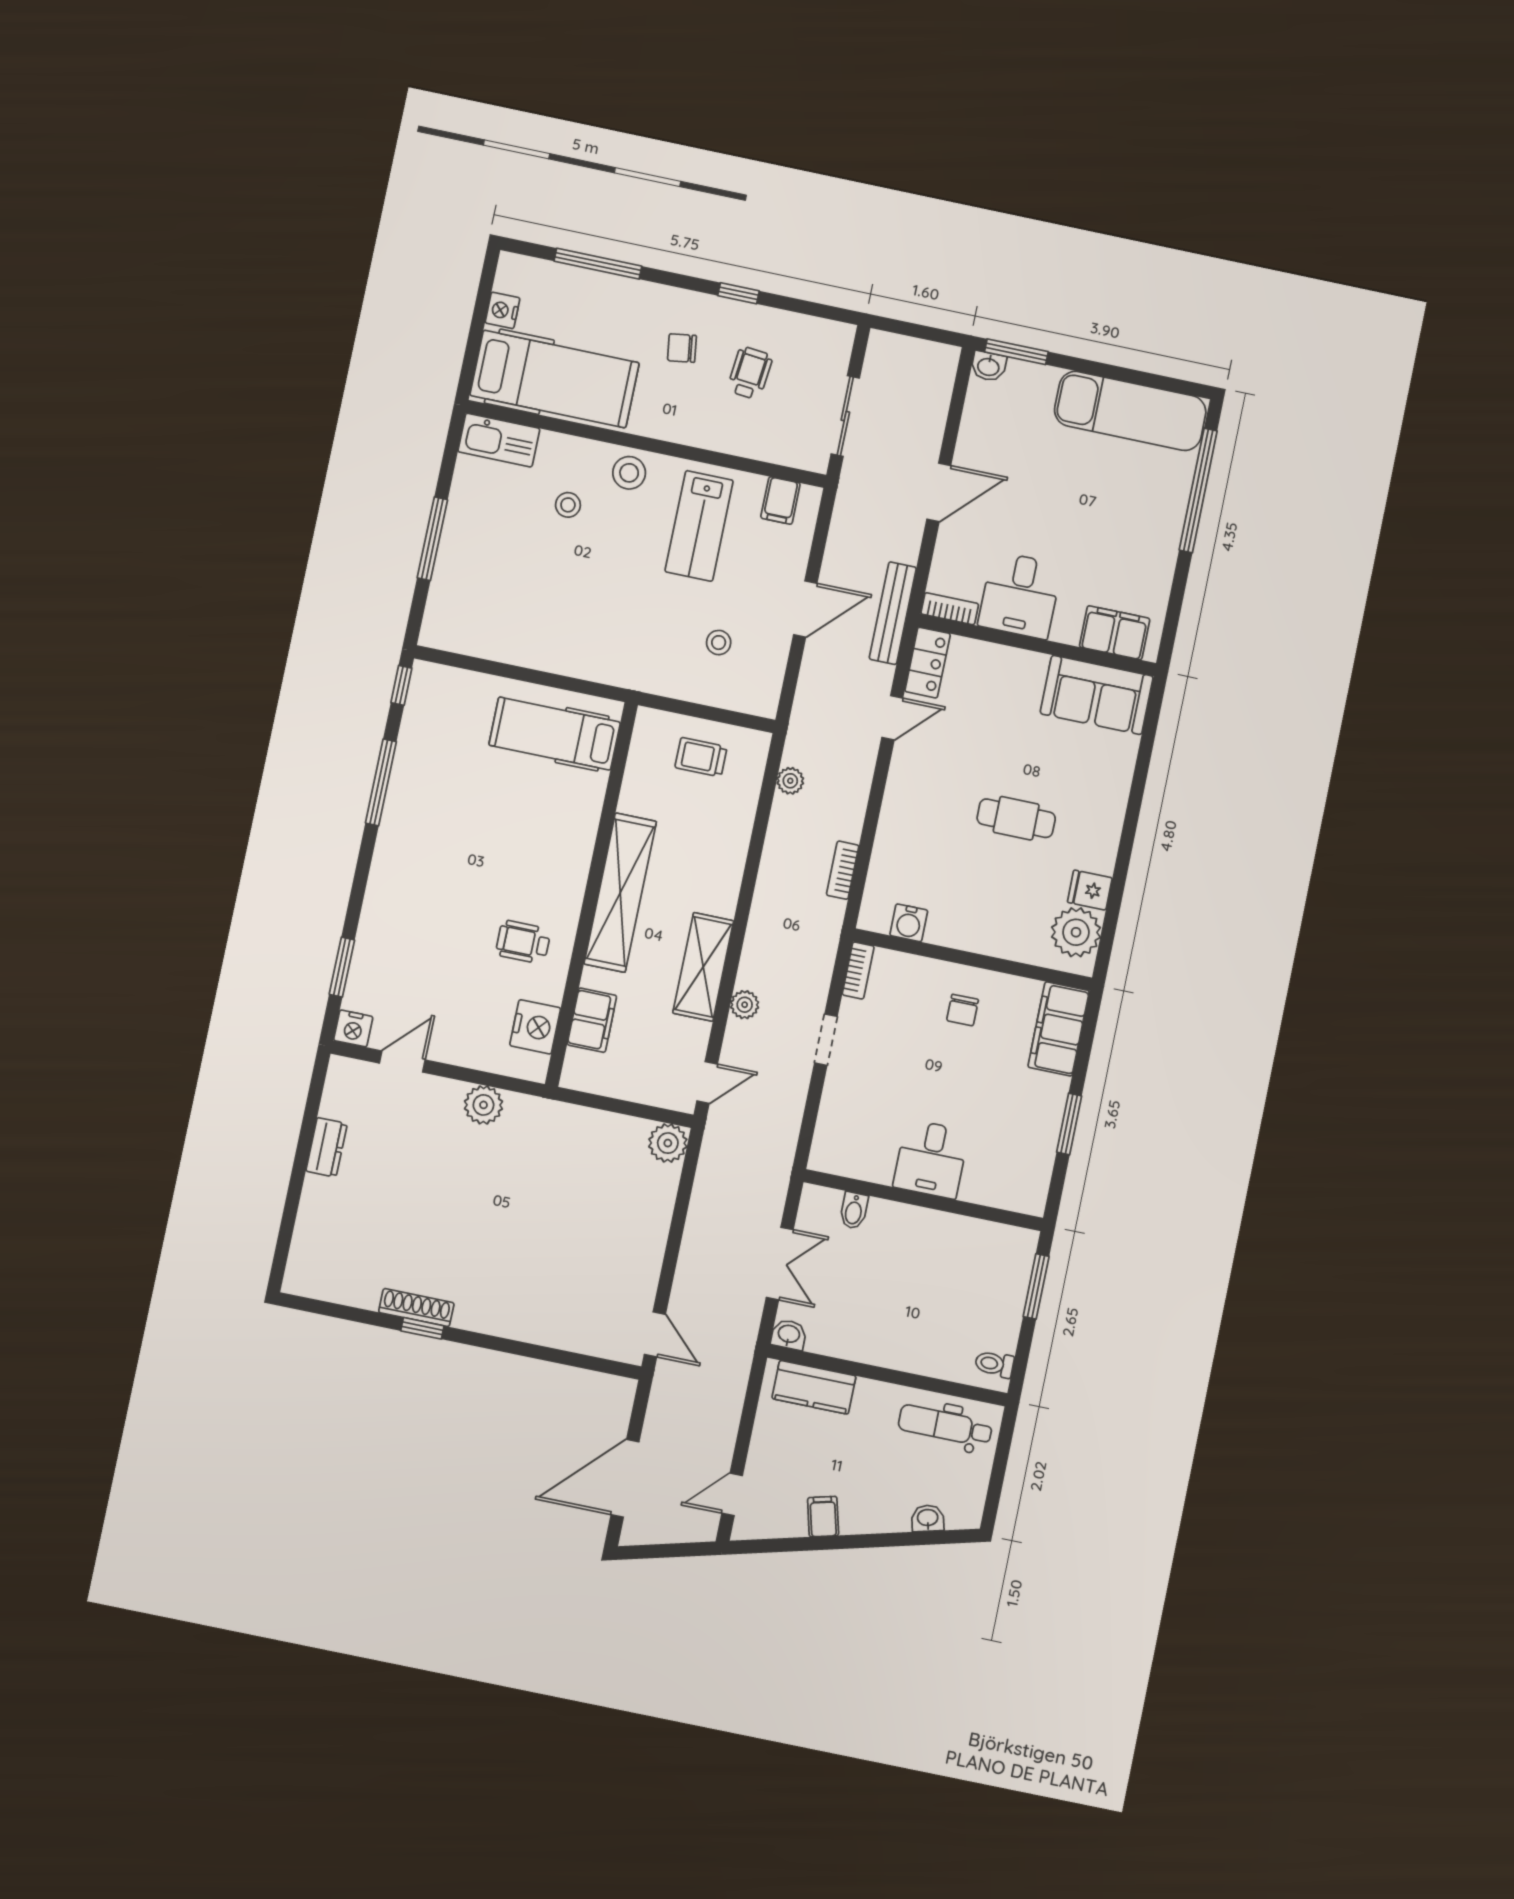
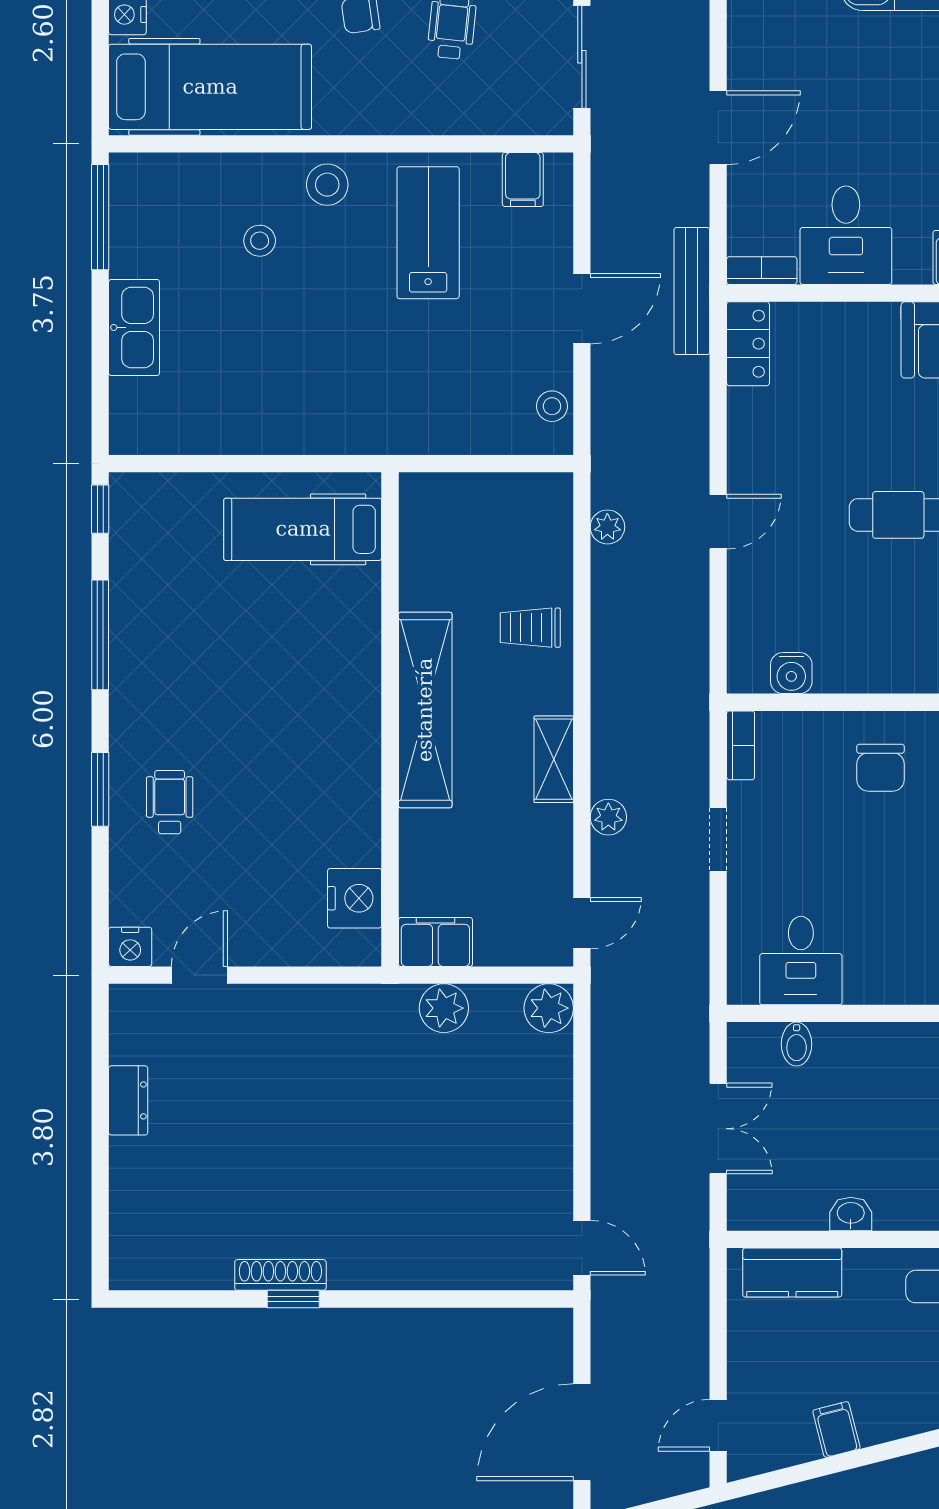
kitchen sink: (499, 440) -> (134, 327), moved, turned -90
lab bench: (699, 526) -> (428, 233), turned 180
window: (432, 539) -> (100, 217), moved
stool: (719, 643) -> (552, 406), moved
door: (892, 718) -> (718, 522), moved
trolley: (701, 757) -> (530, 628), moved
bookcase: (843, 870) -> (696, 625), removed
wheelchair: (523, 942) -> (170, 802), moved, turned 90
window: (342, 967) -> (100, 789), moved
shelving: (703, 967) -> (554, 759), width x0.67, depth x0.75
chair: (963, 1010) -> (881, 768), width x1.37, depth x1.37
filing cabinet: (592, 1020) -> (435, 942), moved, turned -90
plant: (483, 1105) -> (444, 1008), moved
desk: (931, 1159) -> (801, 961), moved
washbasin: (789, 1335) -> (851, 1214), moved

